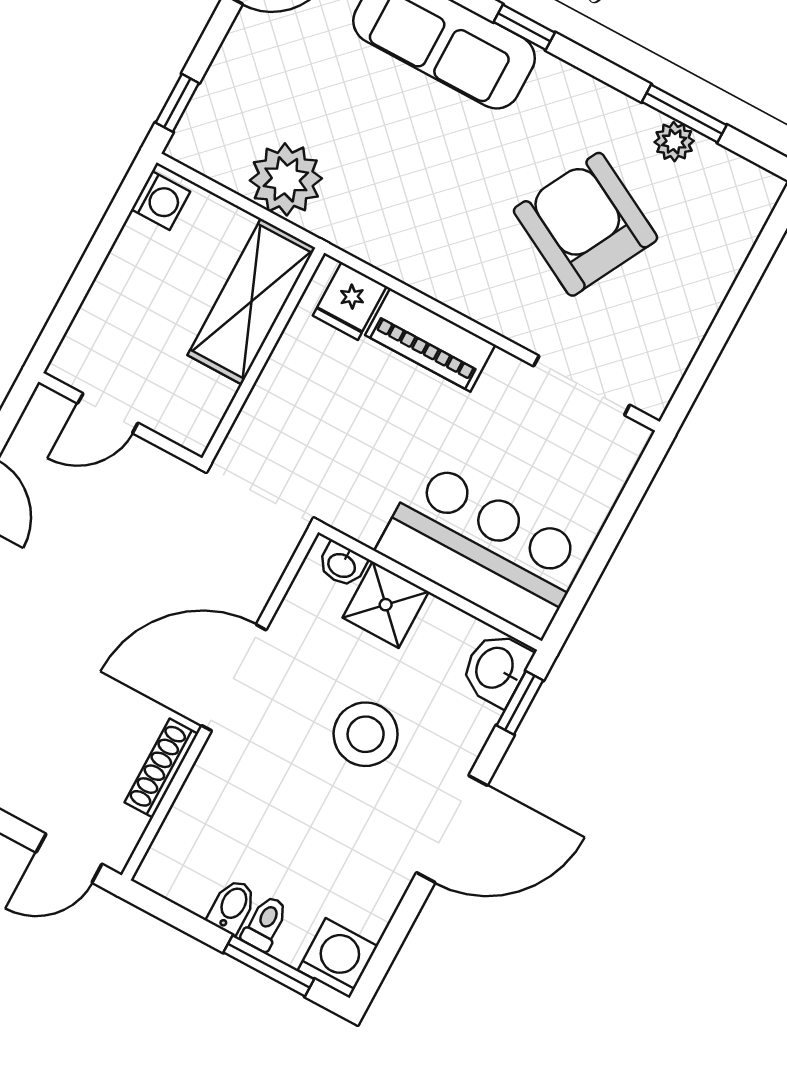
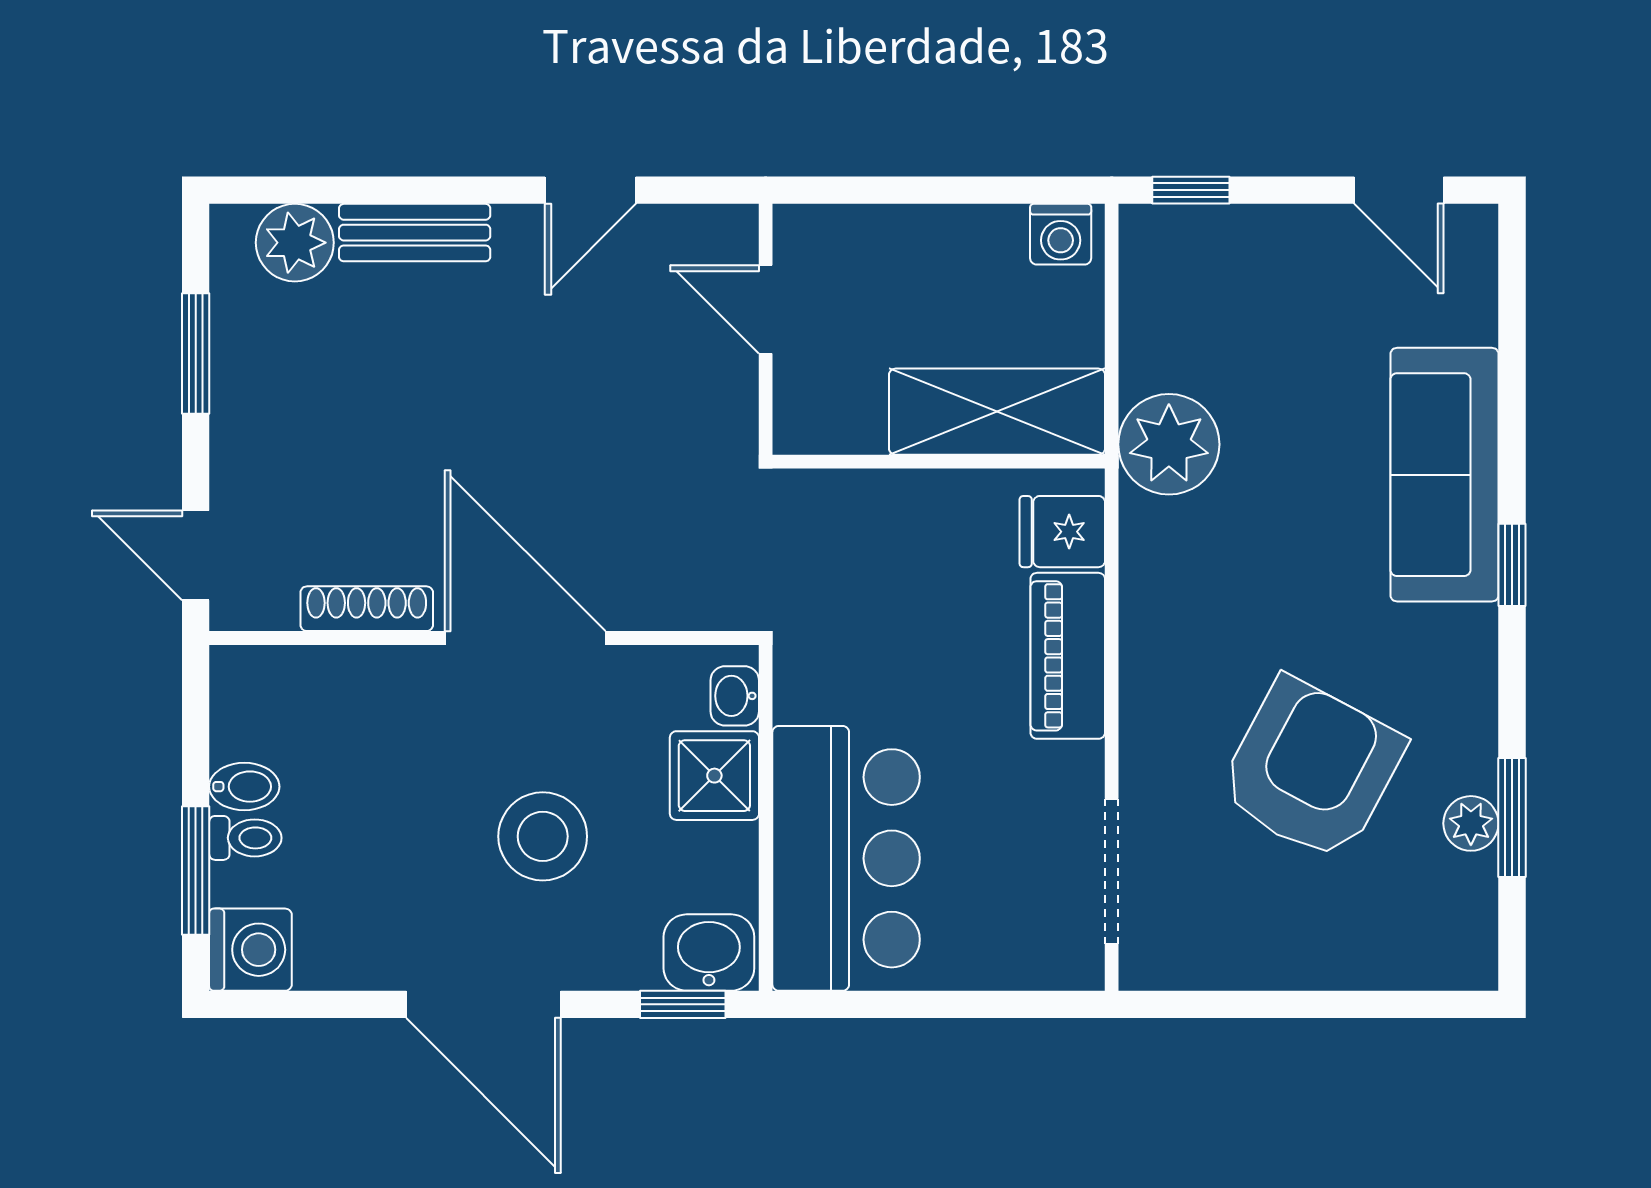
plant: (286, 179) -> (1169, 444), moved

